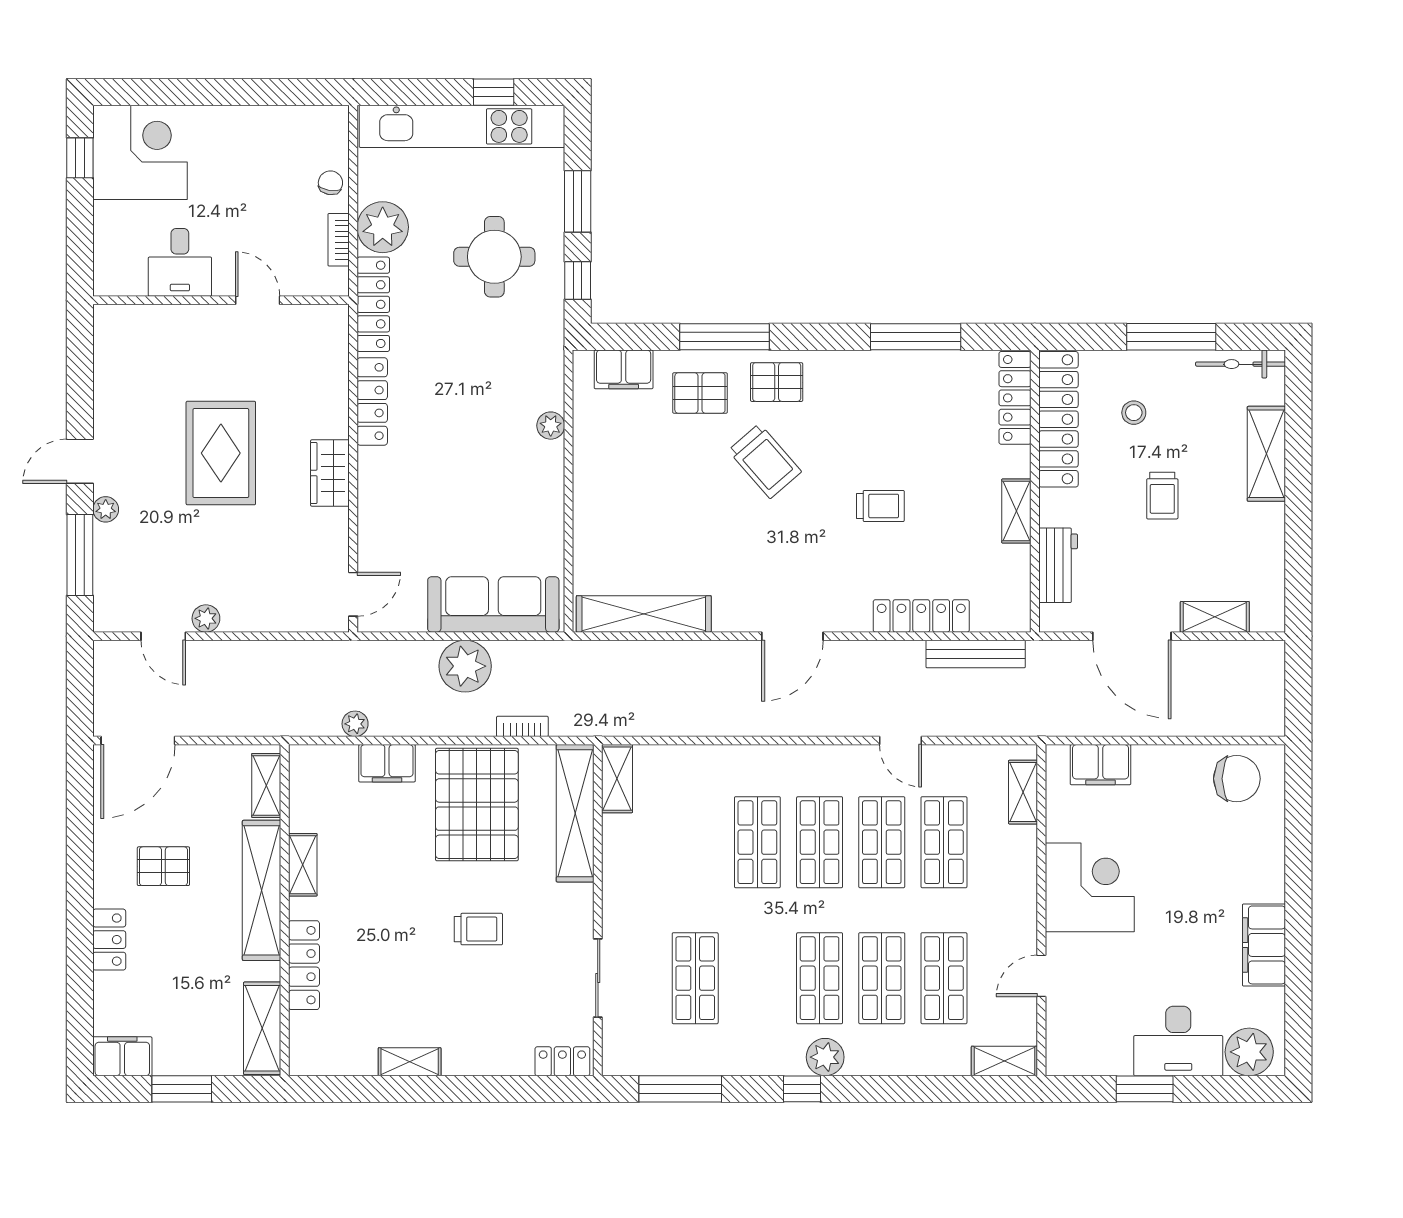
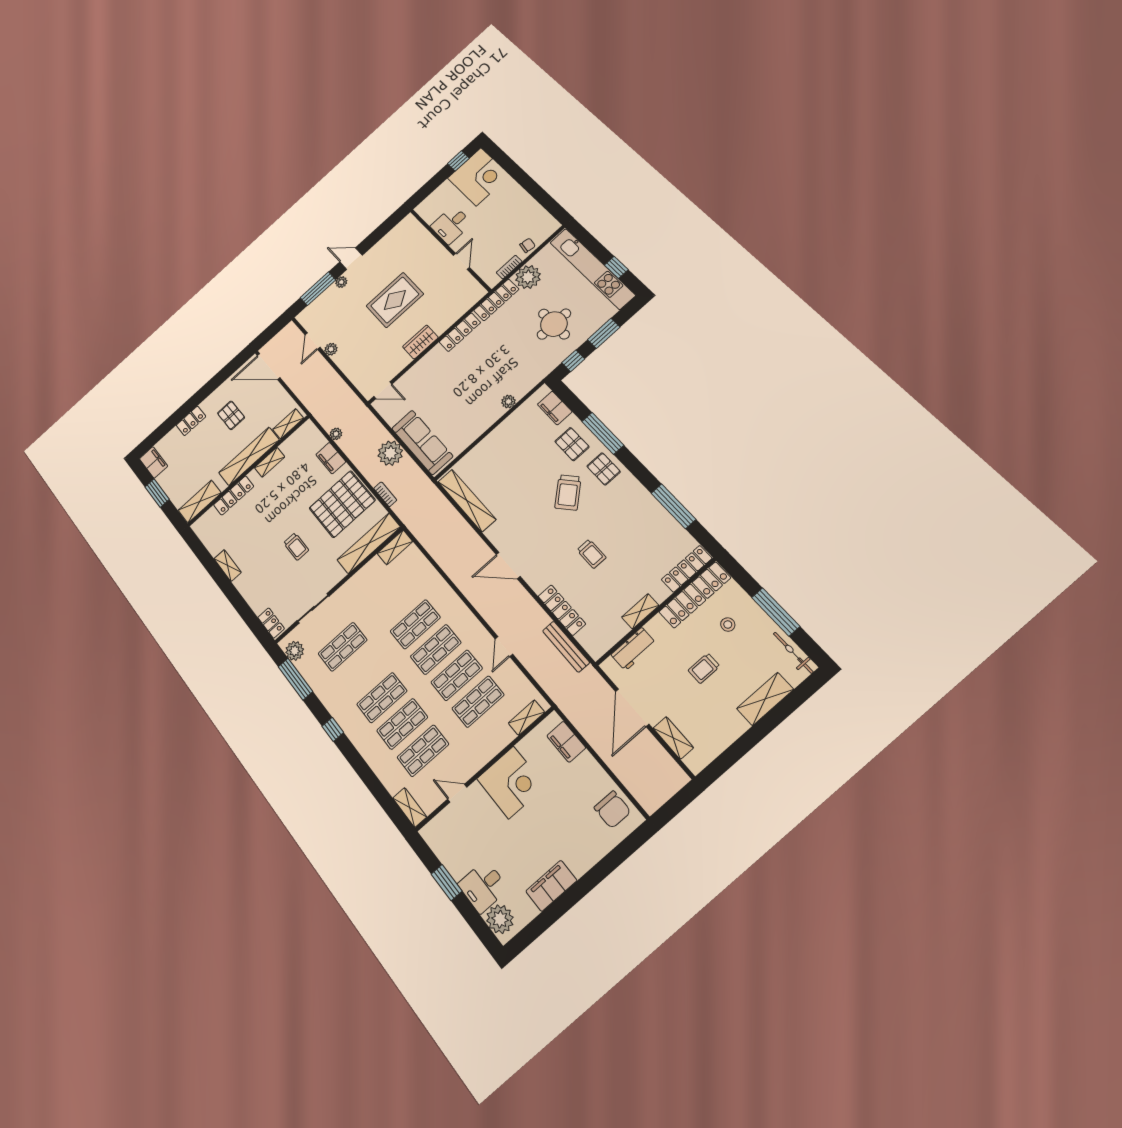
desk: (1178, 1041) -> (483, 886), width x0.73
plant: (825, 1057) -> (295, 651), moved

